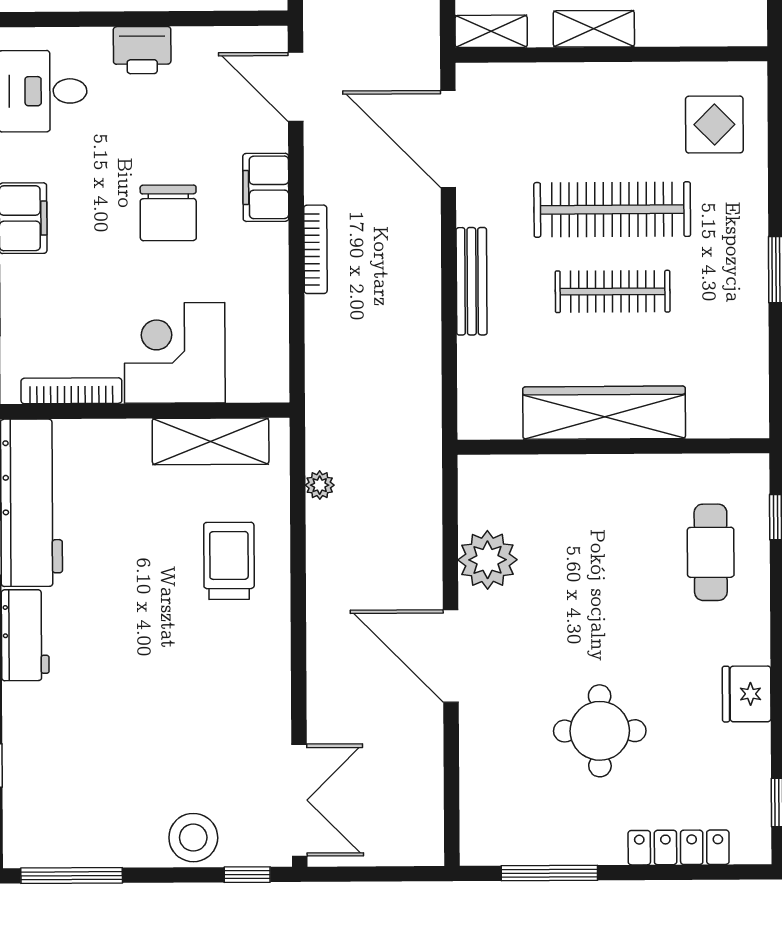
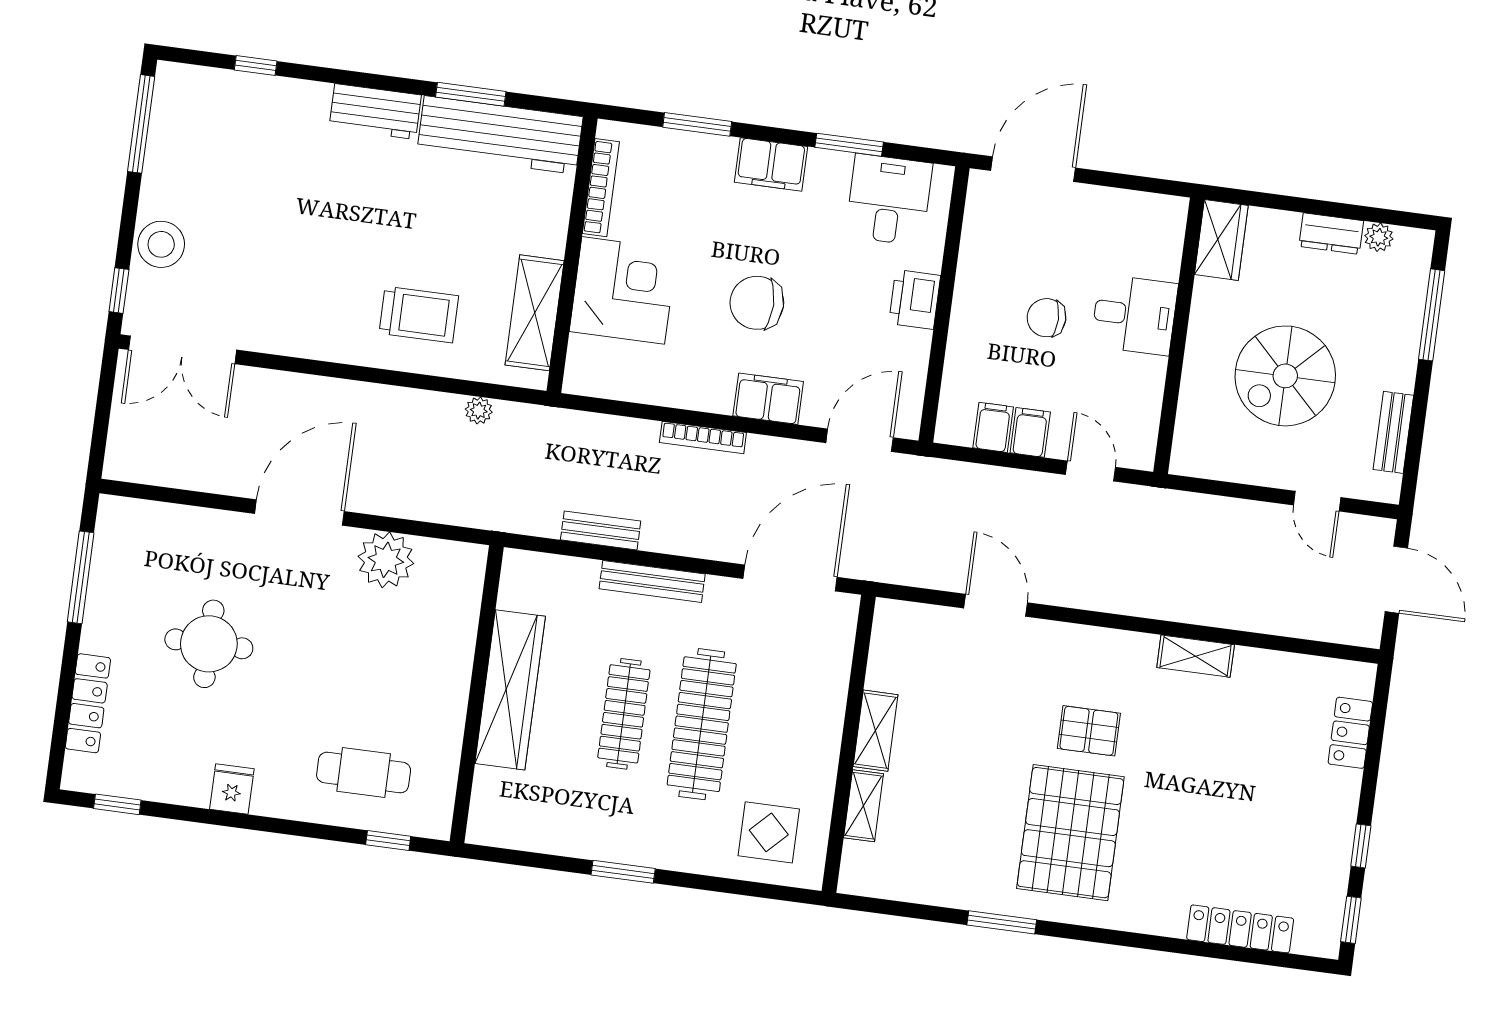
shelving: (491, 31) -> (863, 806), moved
bench: (426, 342) -> (601, 530), added
fridge: (747, 694) -> (232, 789), width x0.72

